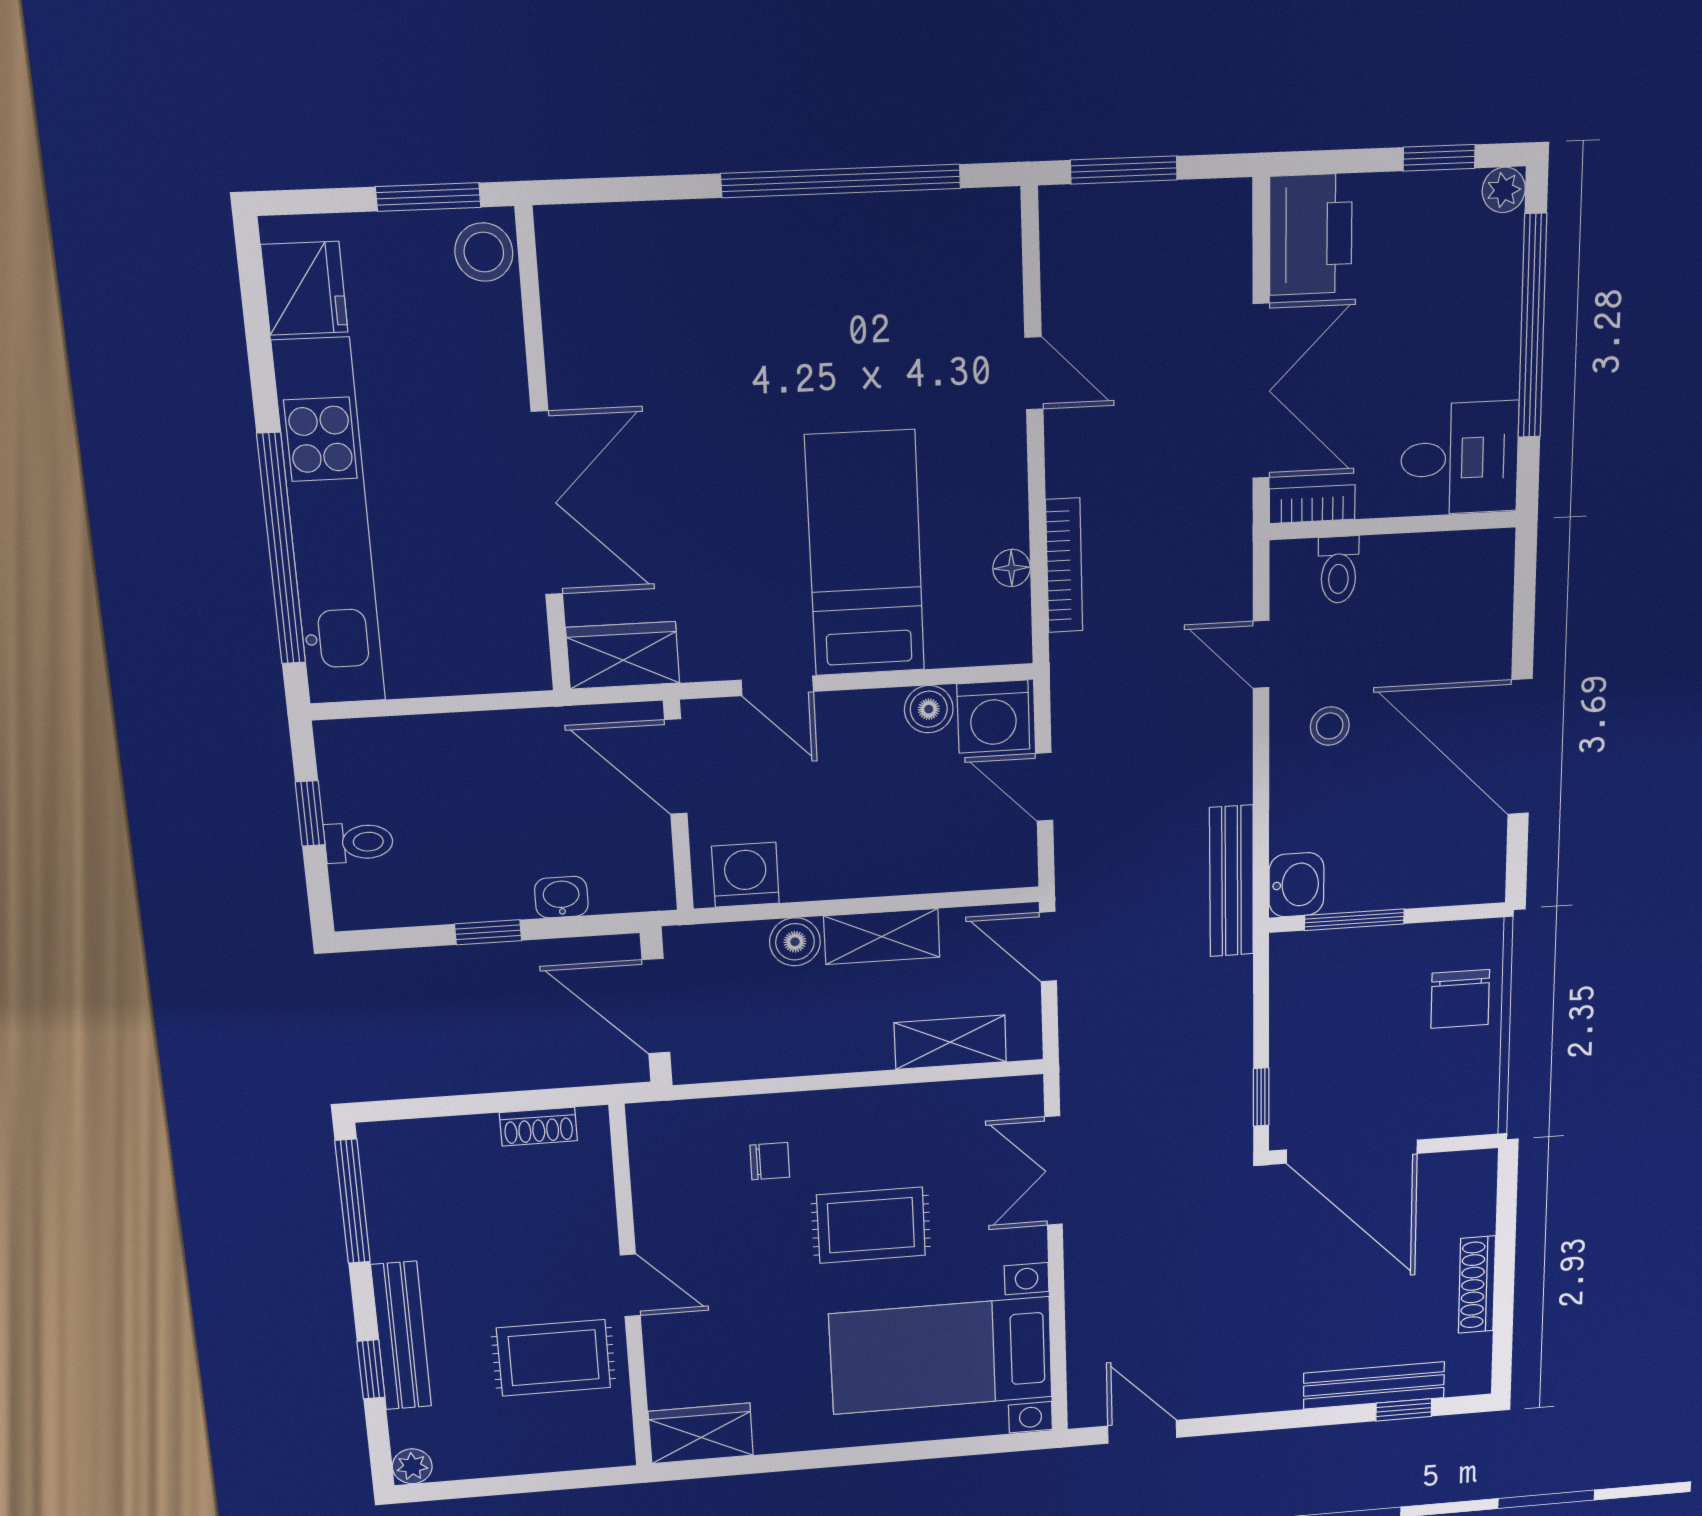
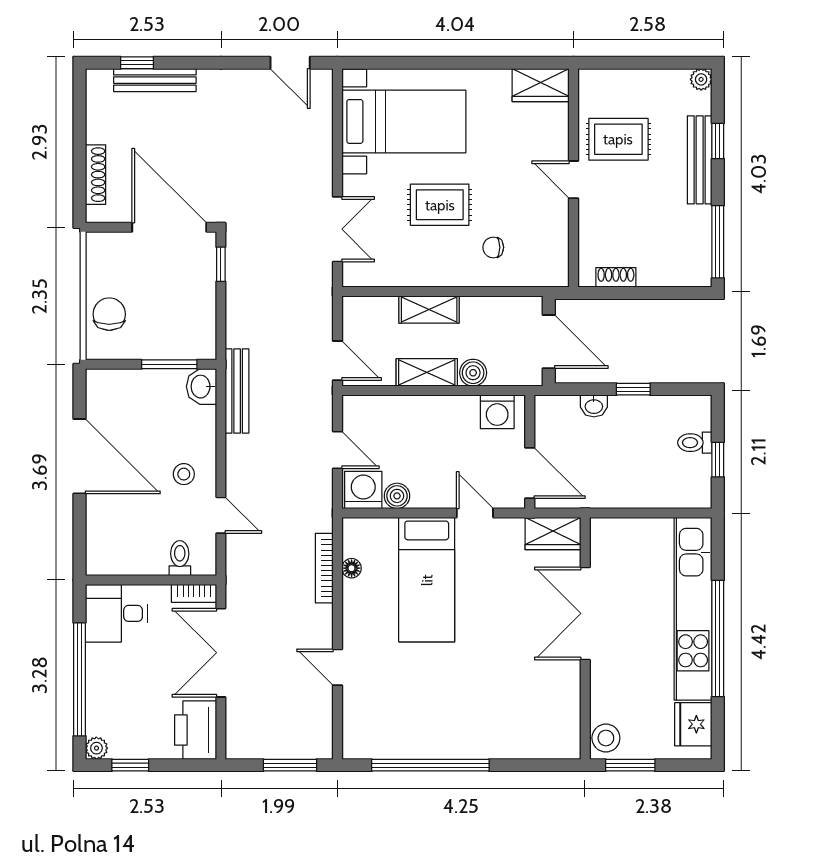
window: (281, 549) -> (718, 639), moved
shelving: (950, 1042) -> (429, 309), moved
shoe rack: (1477, 1285) -> (95, 175), moved

